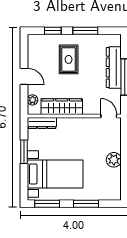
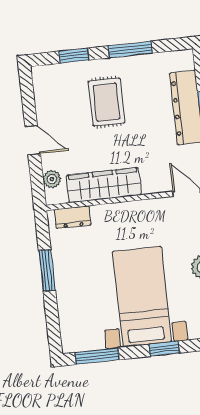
dresser: (42, 123) -> (73, 217), width x0.70
bed with nightstands: (55, 174) -> (142, 297), moved, turned -90
window: (86, 204) -> (164, 349), width x0.67

